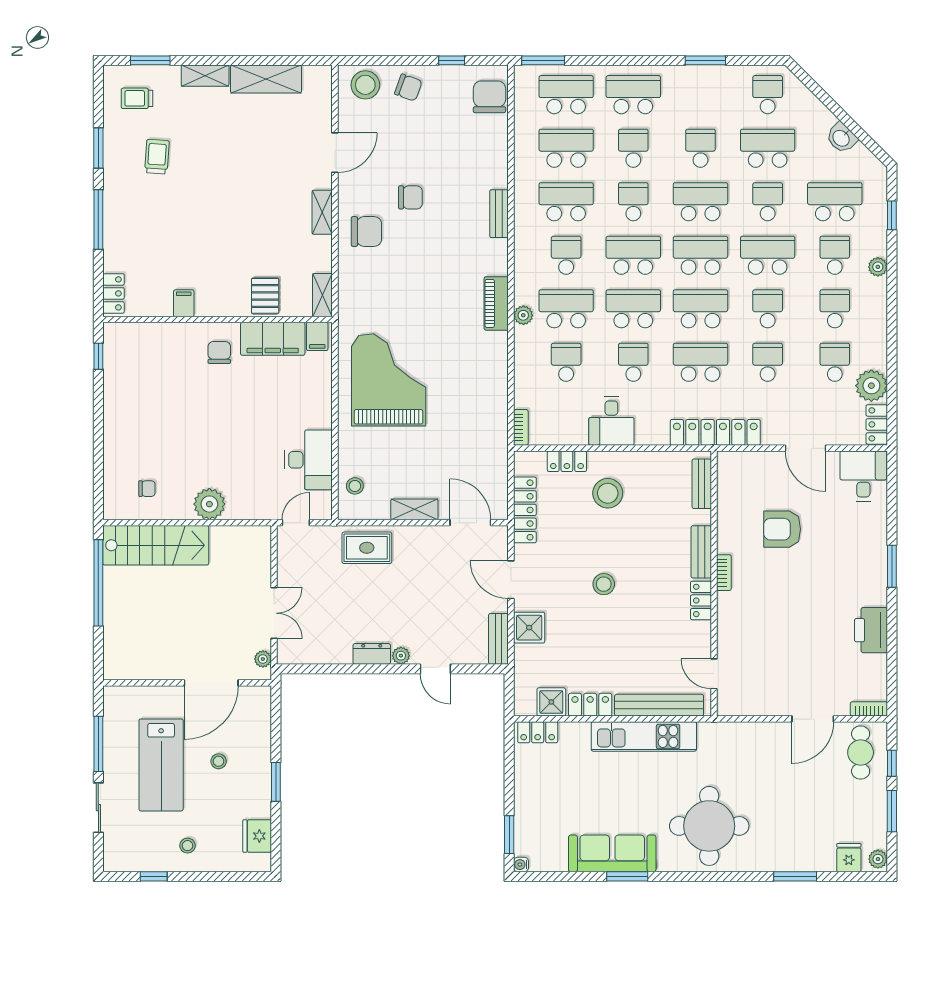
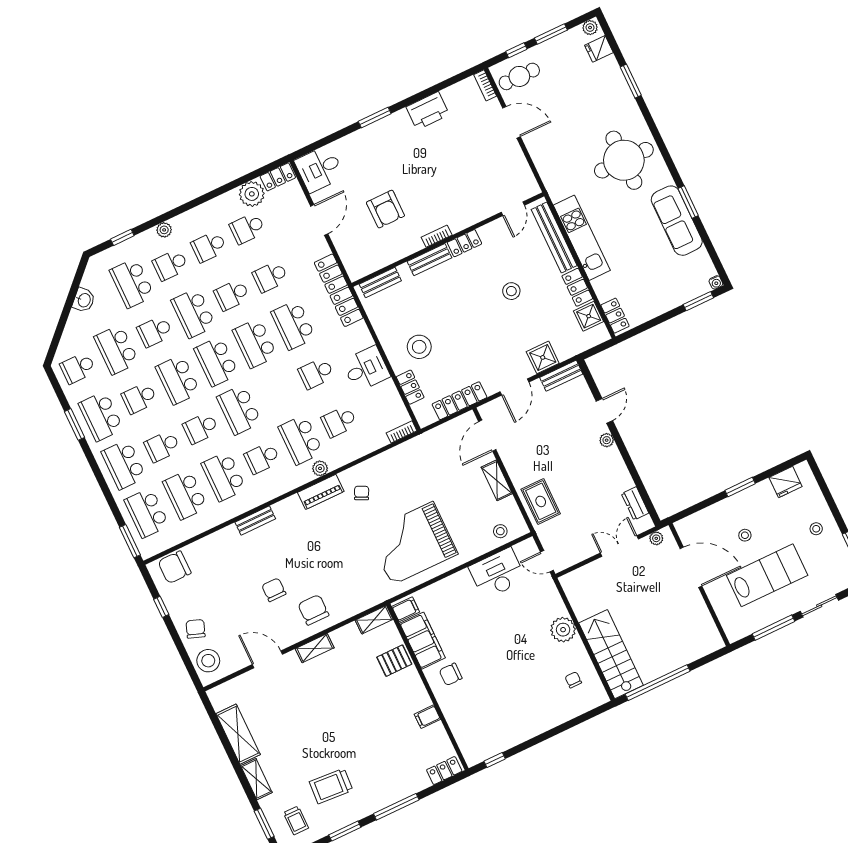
trolley: (157, 157) -> (331, 786), width x1.36, depth x1.39
school desk: (633, 309) -> (101, 416), moved
chair: (473, 349) -> (362, 493), added
stool: (604, 584) -> (511, 291), moved
dresser: (372, 654) -> (635, 503), moved

